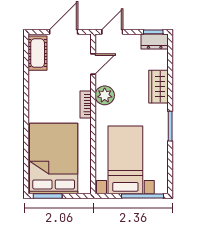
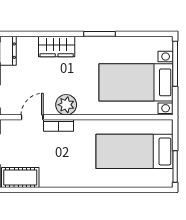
door: (93, 64) -> (32, 117), hinge flipped
bookcase: (86, 105) -> (58, 125), moved
bed: (54, 159) -> (135, 151), width x0.67

